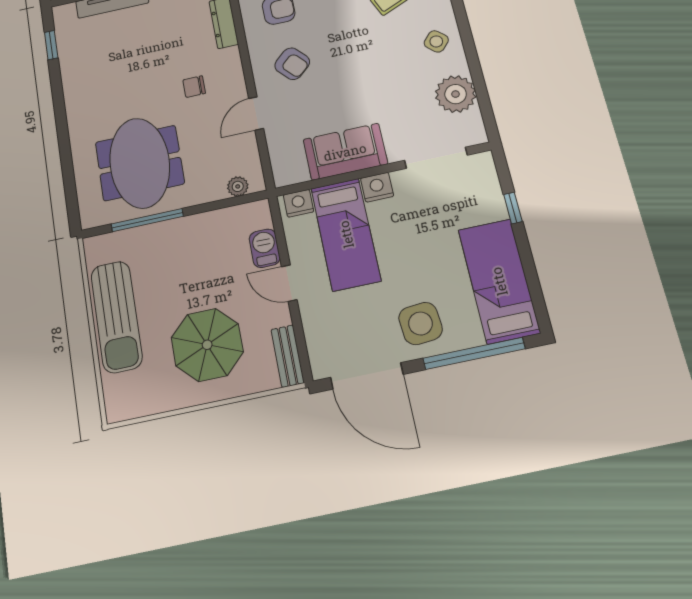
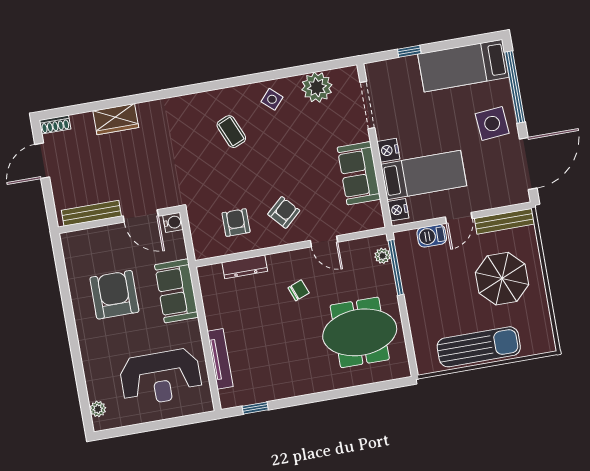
chair: (194, 87) -> (299, 290), turned -111
window: (147, 220) -> (396, 267), moved
bench: (288, 356) -> (505, 221), width x1.36

